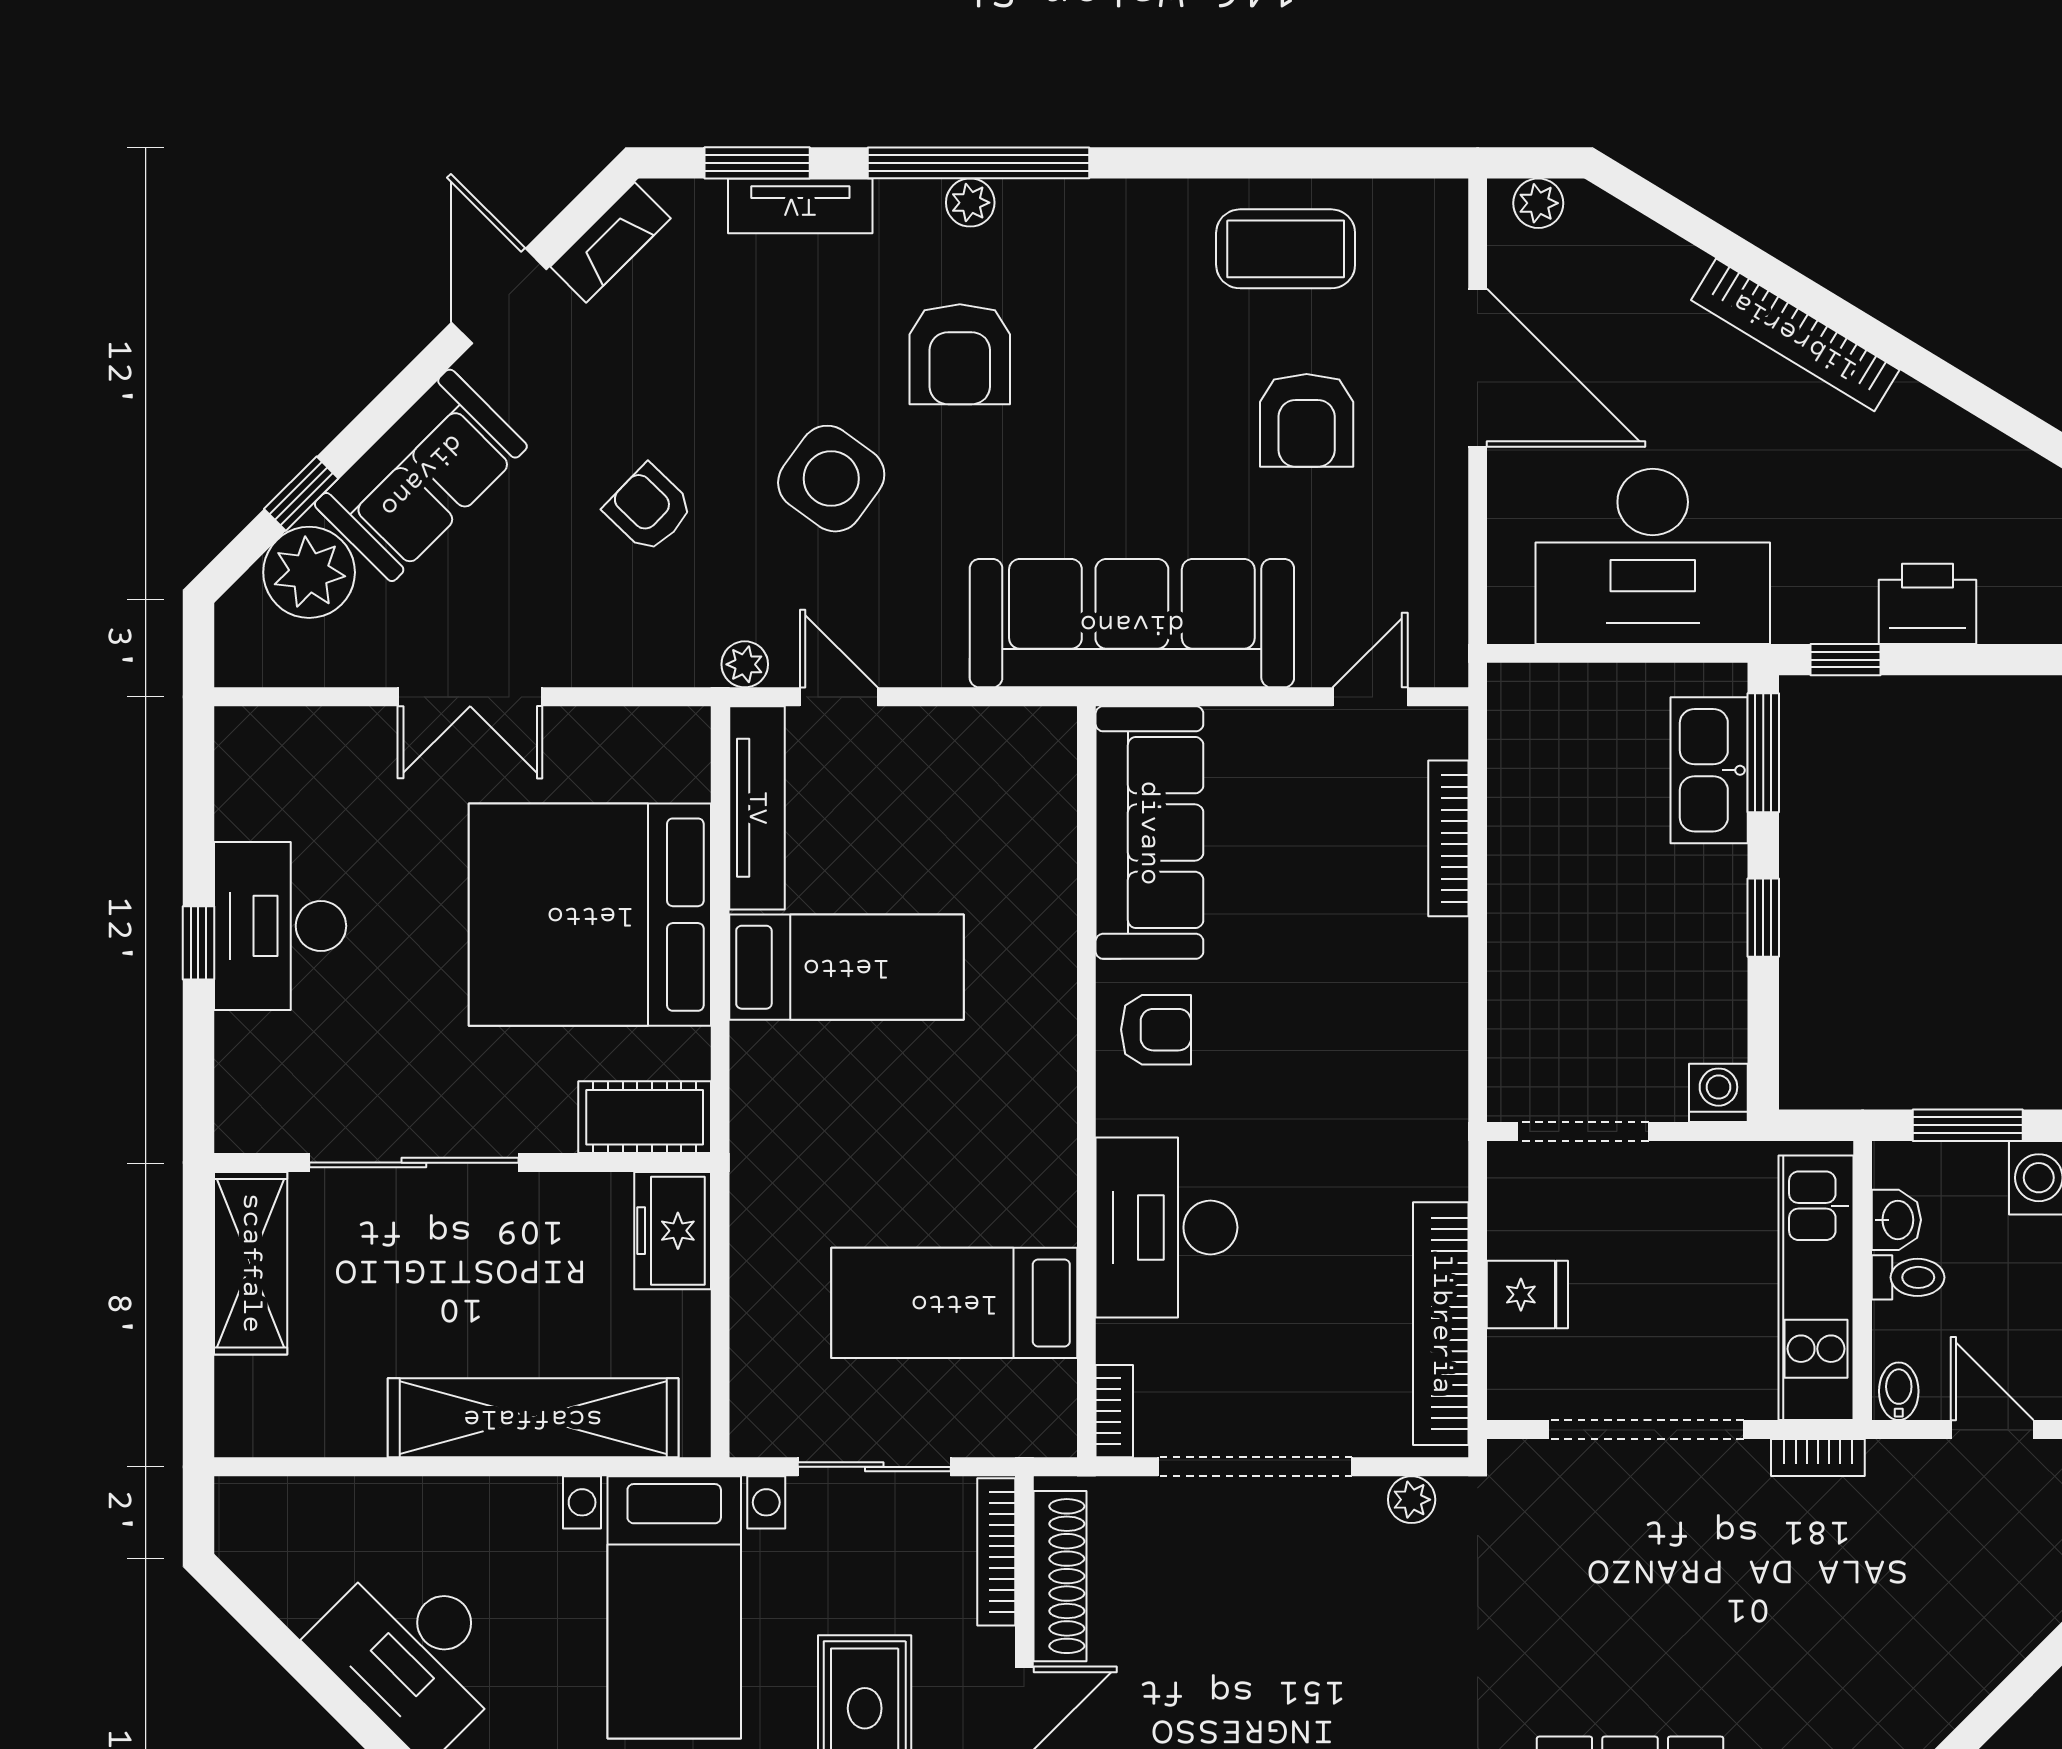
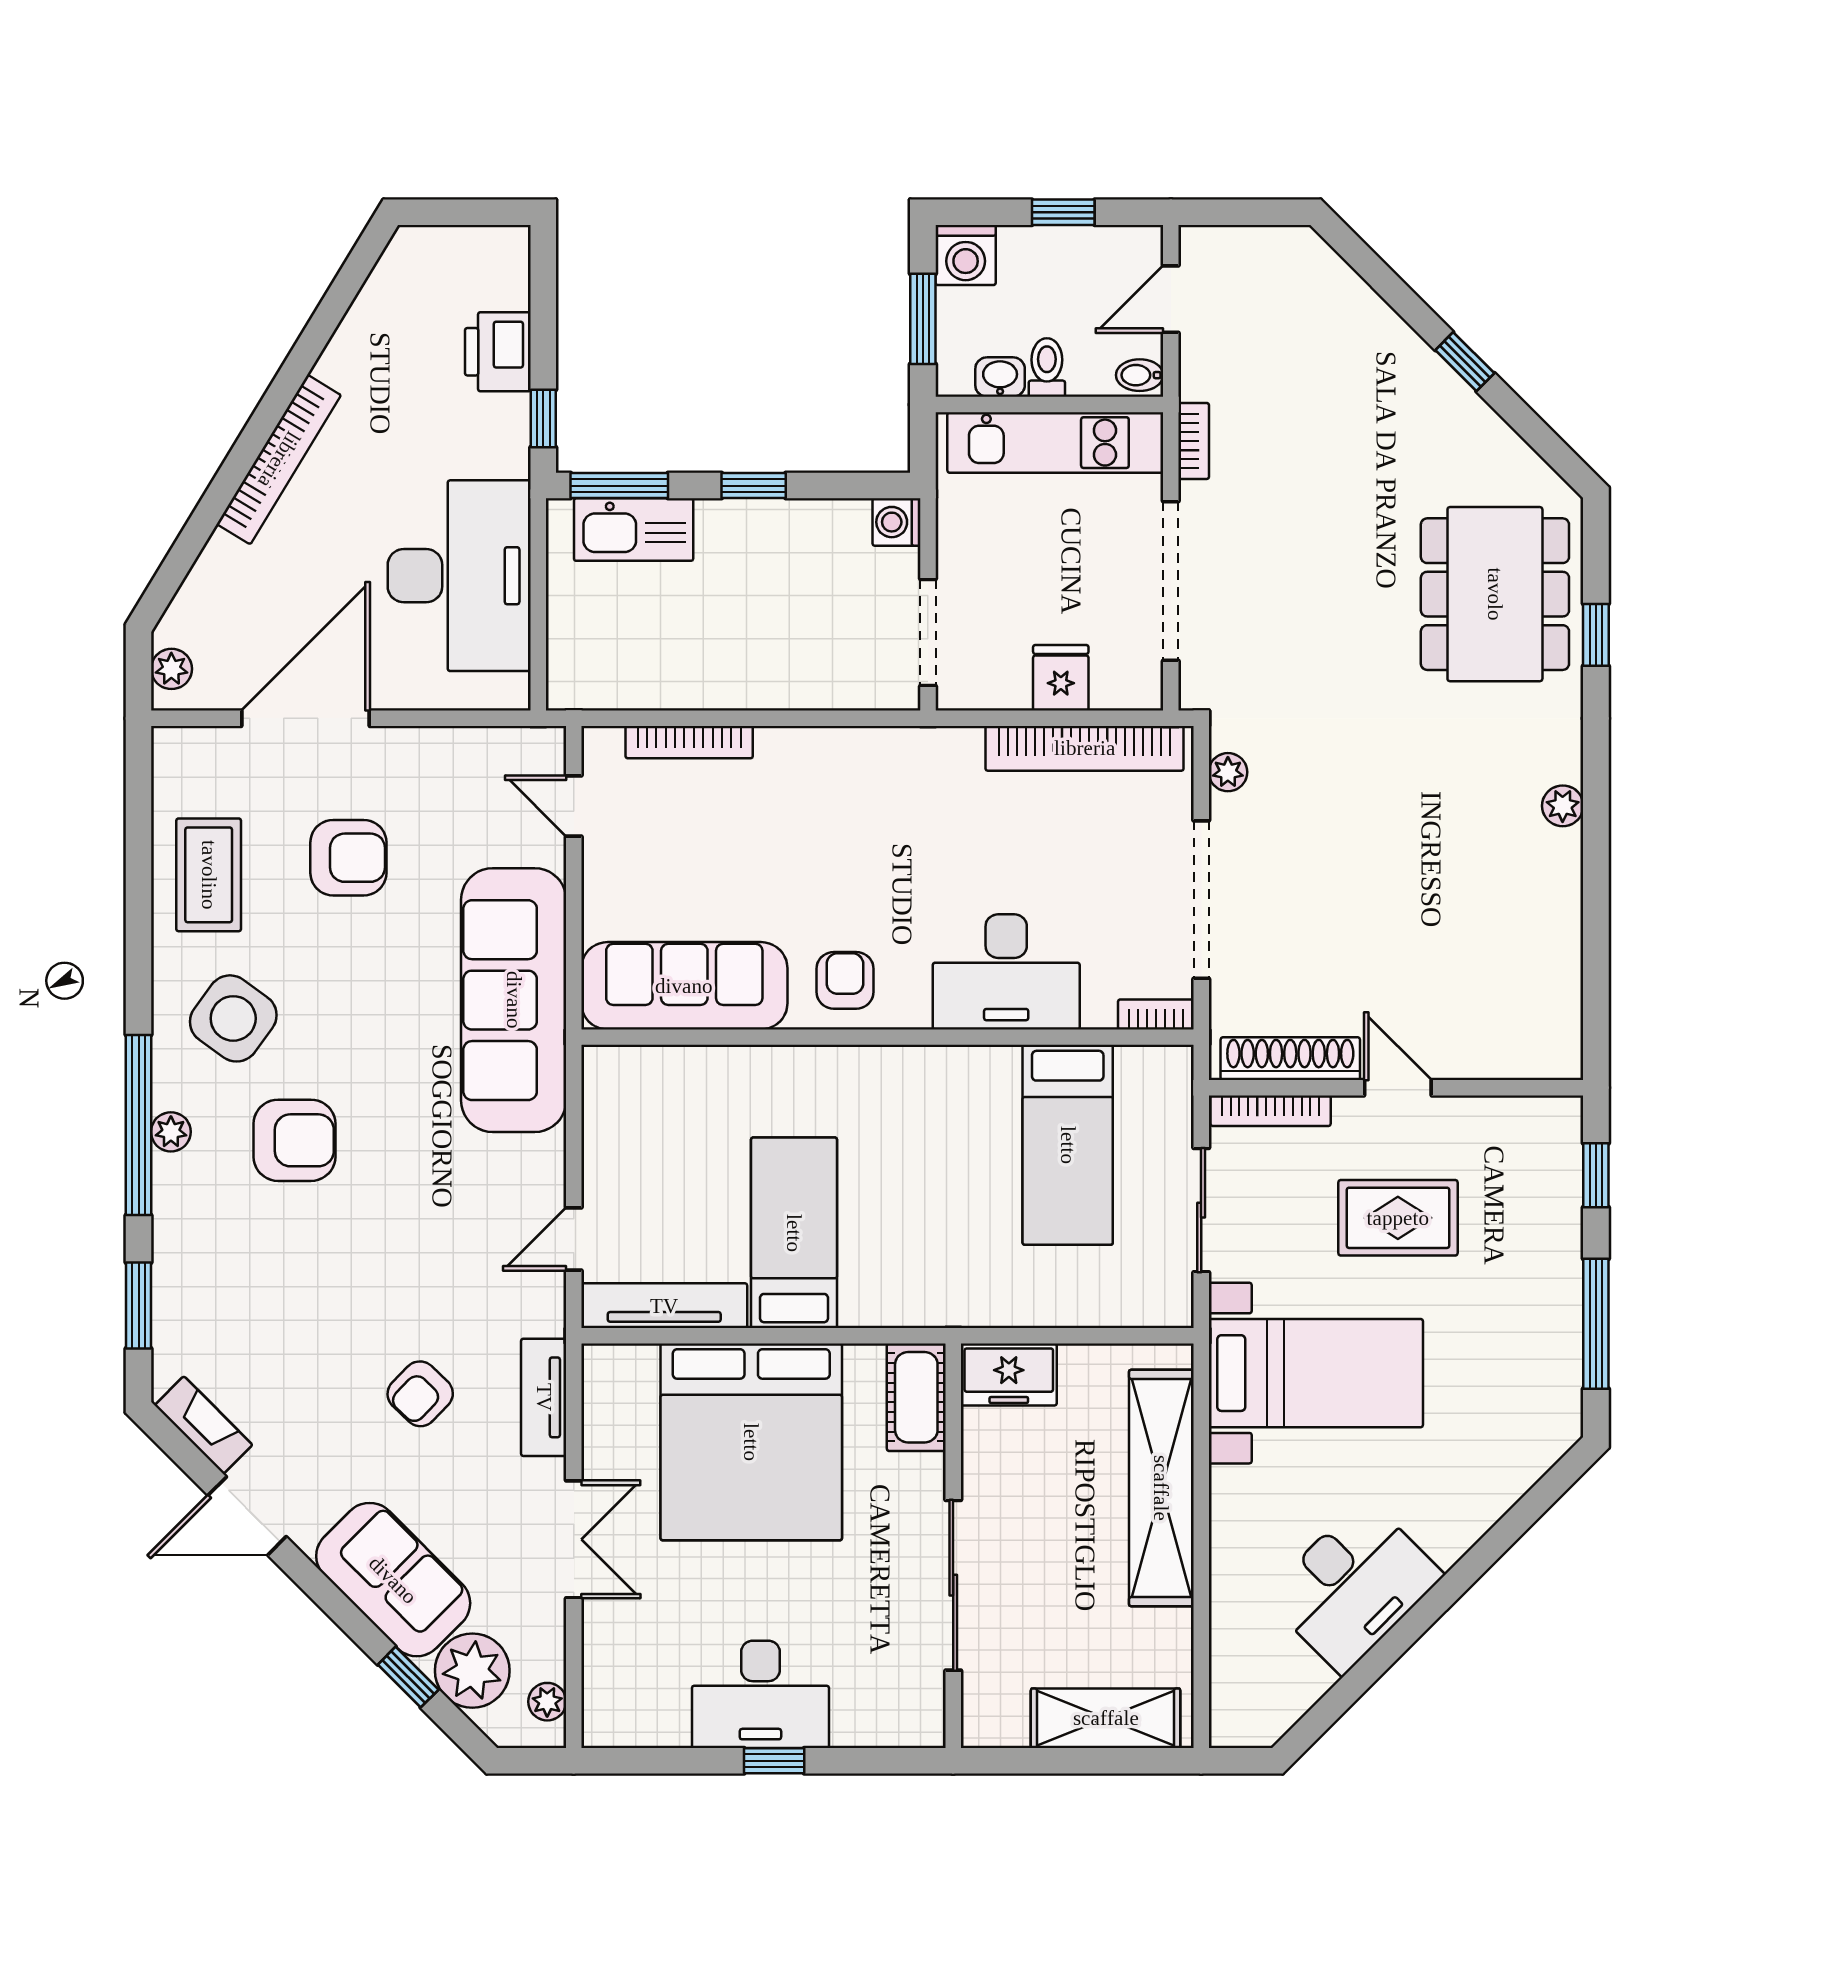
tv unit: (800, 206) -> (544, 1397), moved, turned 180
side table: (831, 479) -> (233, 1018), moved
plant: (745, 664) -> (547, 1702), moved
shelving: (251, 1263) -> (1106, 1718), moved

